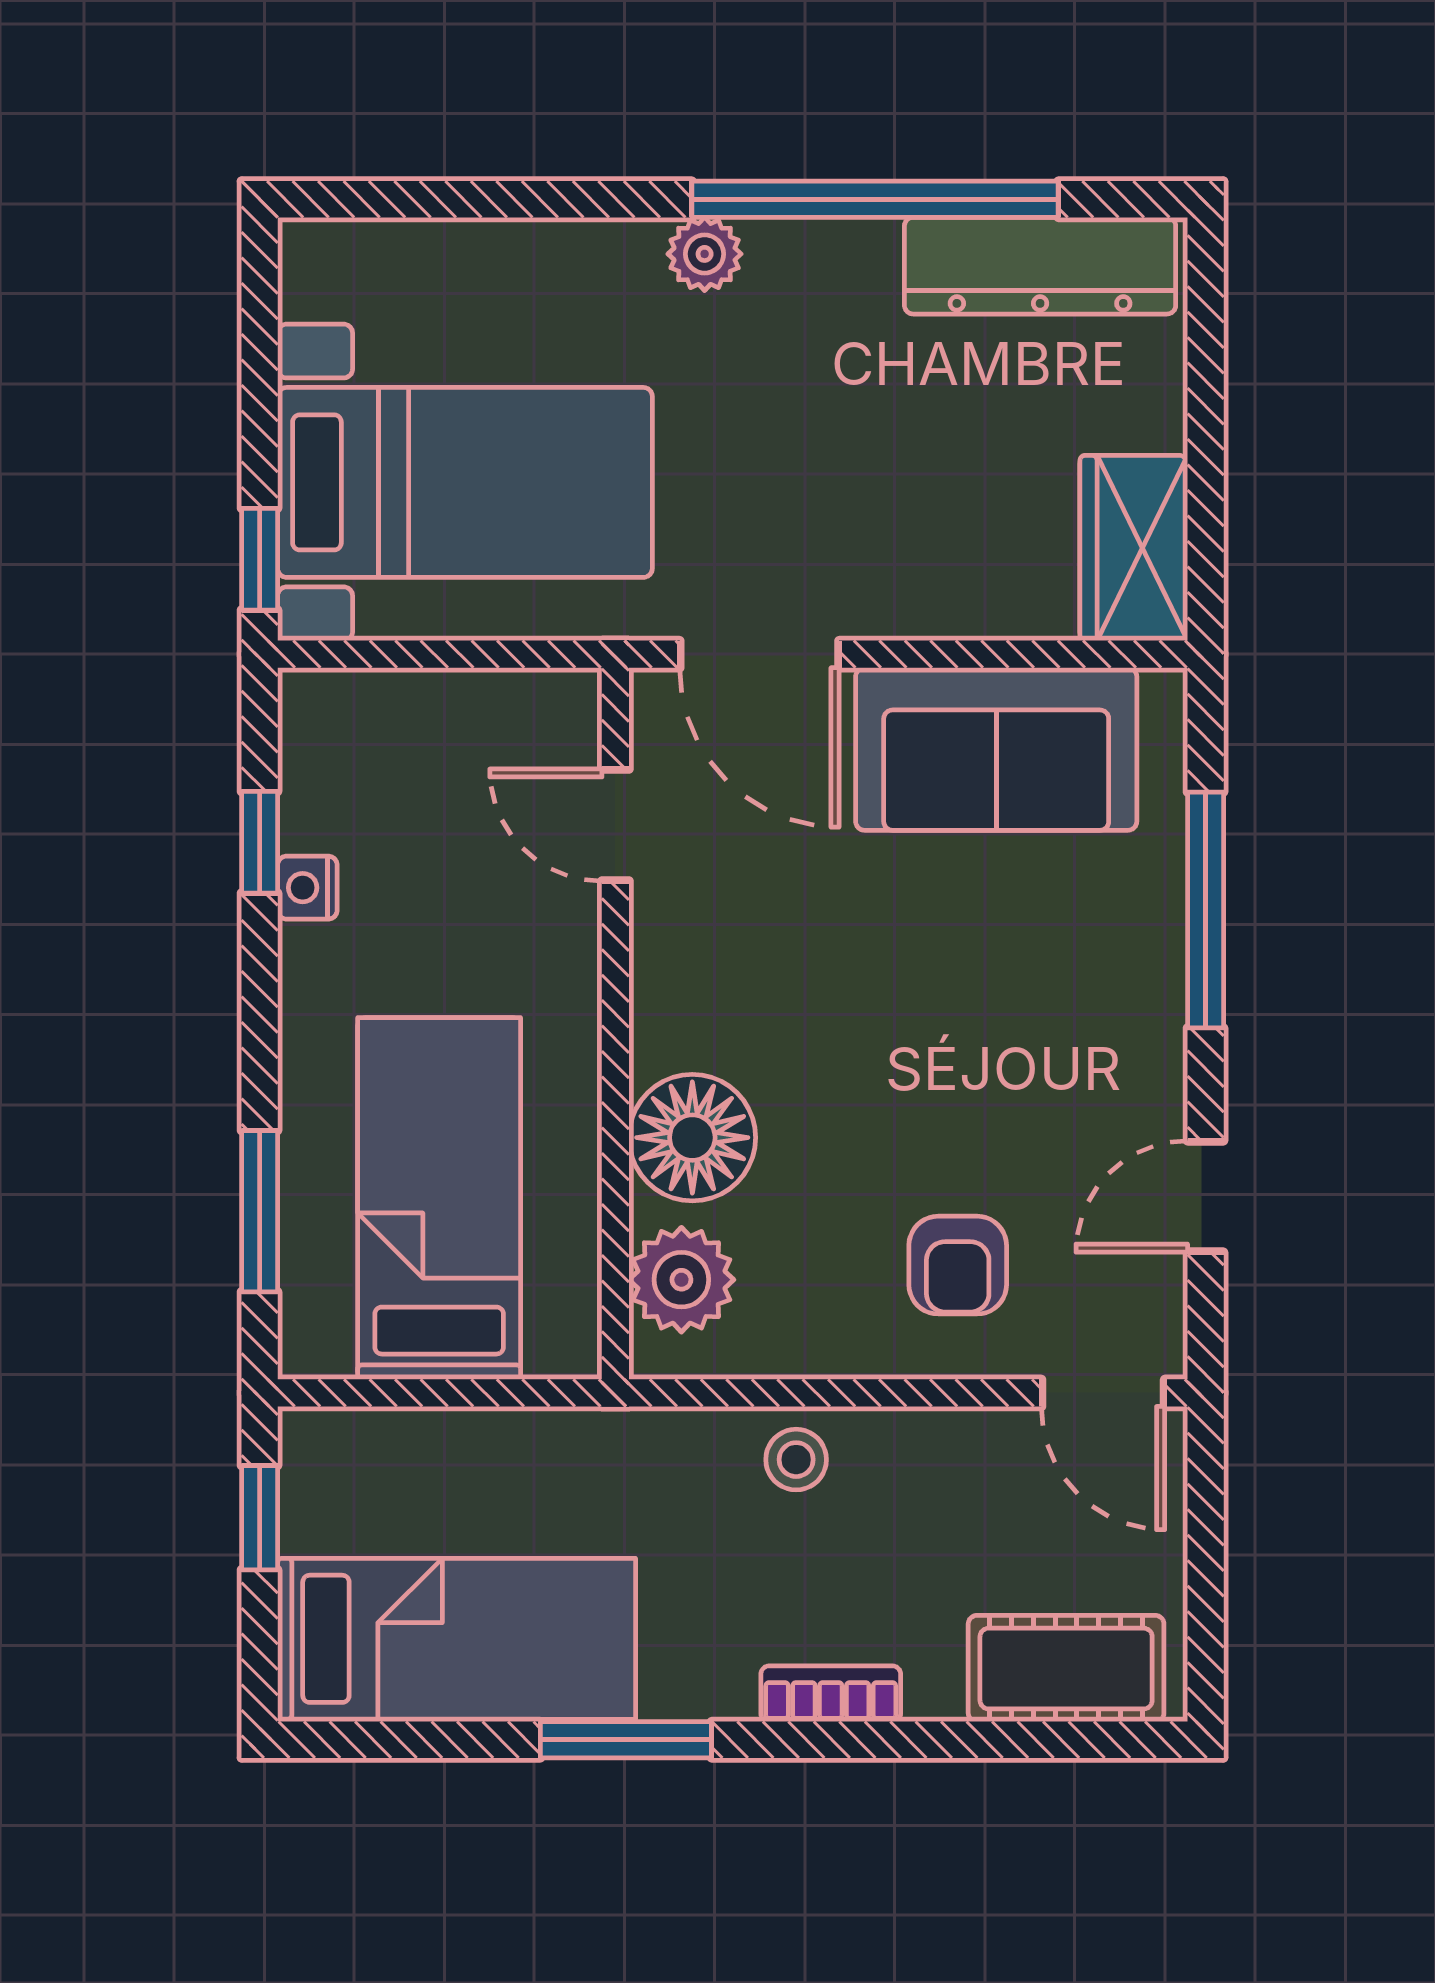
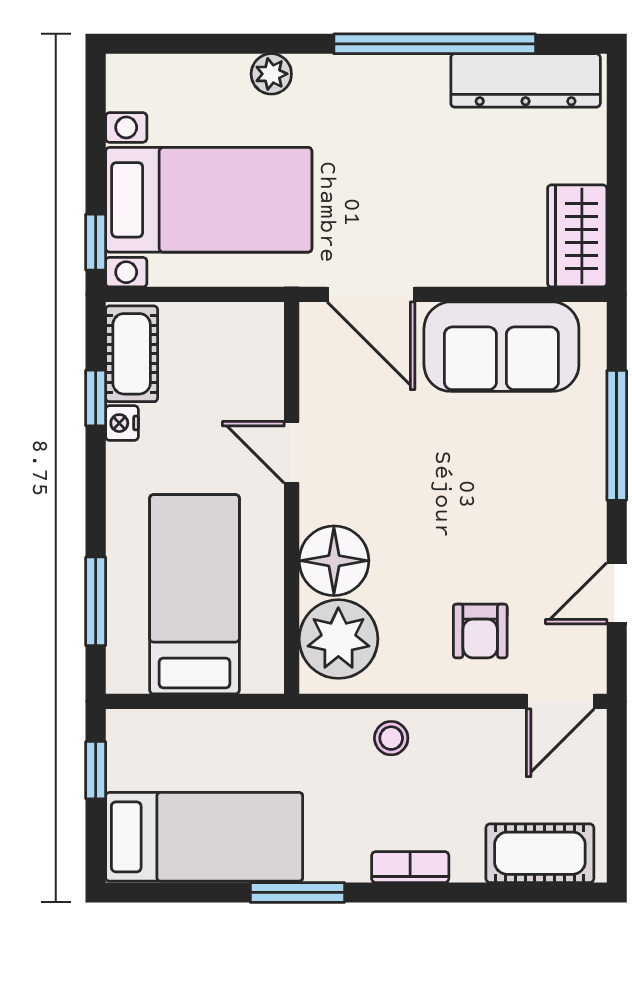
plant: (705, 254) -> (271, 74), moved
cot: (325, 762) -> (132, 354), added
door: (615, 825) -> (292, 452), moved
plant: (681, 1280) -> (338, 639), width x1.36, depth x1.36
door: (1103, 1393) -> (560, 701), hinge flipped

